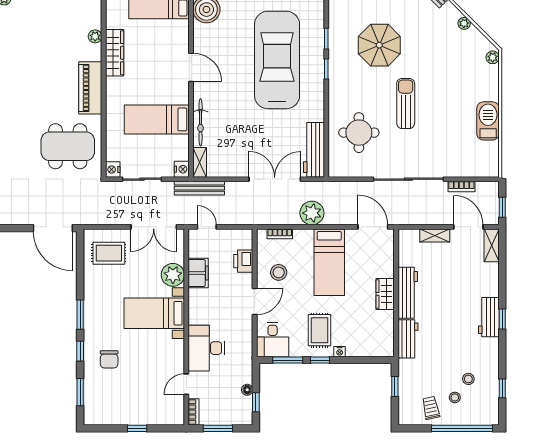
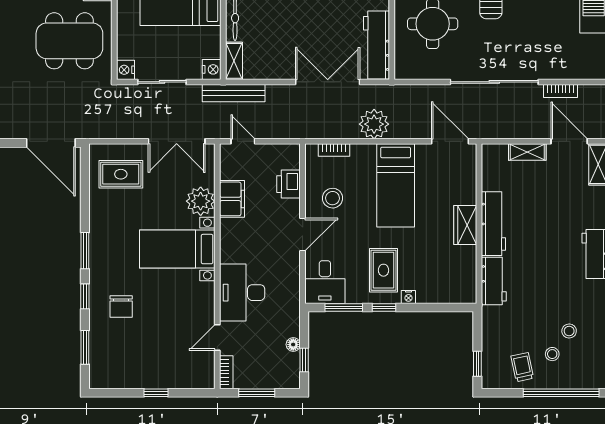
window: (395, 387) -> (477, 364), moved

